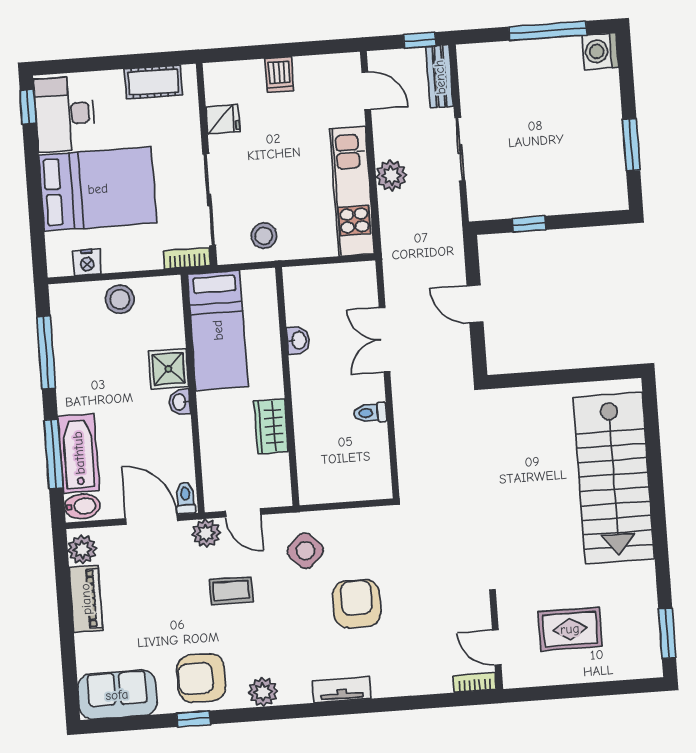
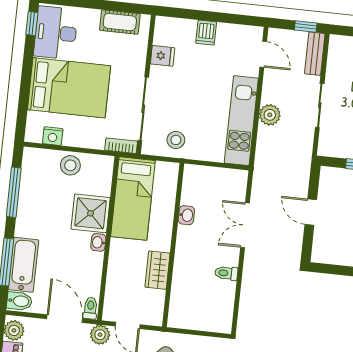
shower: (168, 369) -> (91, 213), width x1.36, depth x1.36

